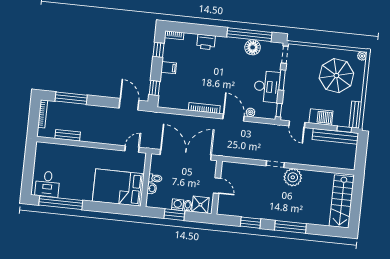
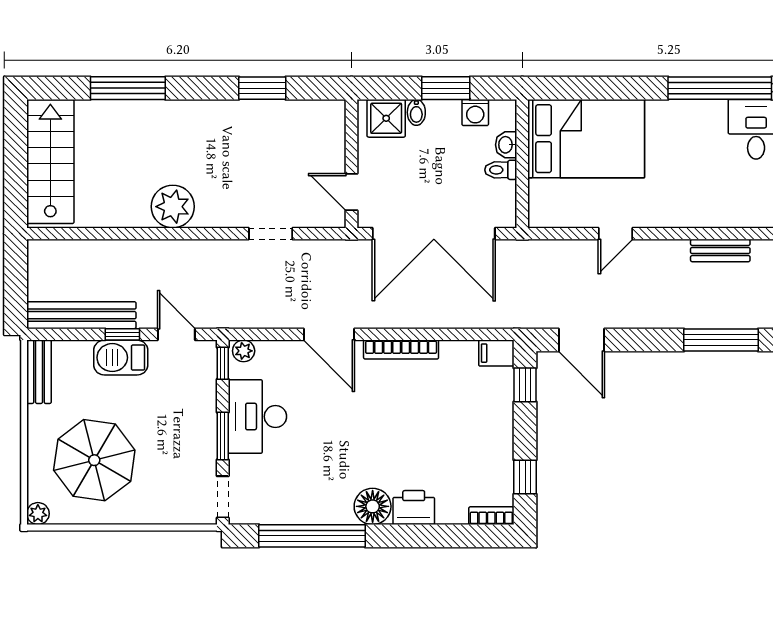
floor lamp: (253, 47) -> (373, 506), moved
filing cabinet: (169, 68) -> (496, 353), moved
plant: (250, 112) -> (244, 351), moved
window: (344, 129) -> (122, 334), moved
door: (132, 149) -> (615, 234), moved
doorway: (275, 164) -> (271, 234), moved
door: (217, 186) -> (352, 192), moved
washing machine: (178, 205) -> (475, 112), moved
window: (290, 227) -> (128, 88), moved

